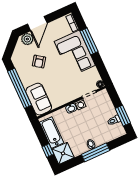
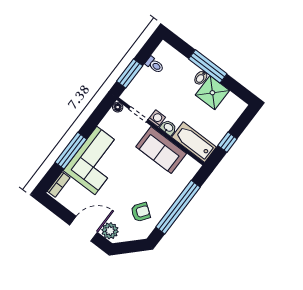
armchair: (39, 62) -> (141, 212), moved
sofa: (39, 99) -> (161, 150), moved, turned -90
window: (123, 116) -> (130, 73), moved
bathtub: (52, 133) -> (194, 142), moved, turned 90
window: (48, 150) -> (227, 142), moved
shower: (63, 153) -> (212, 93), moved

